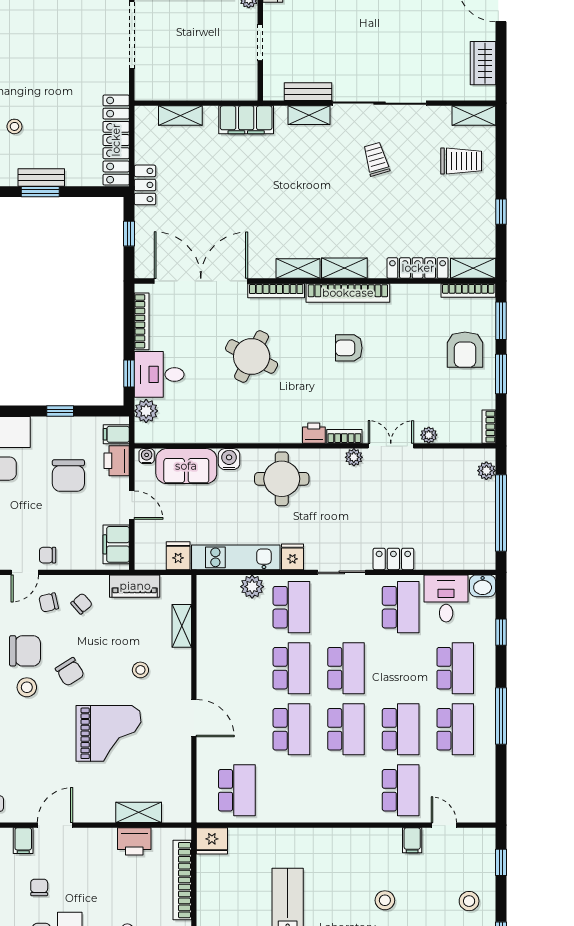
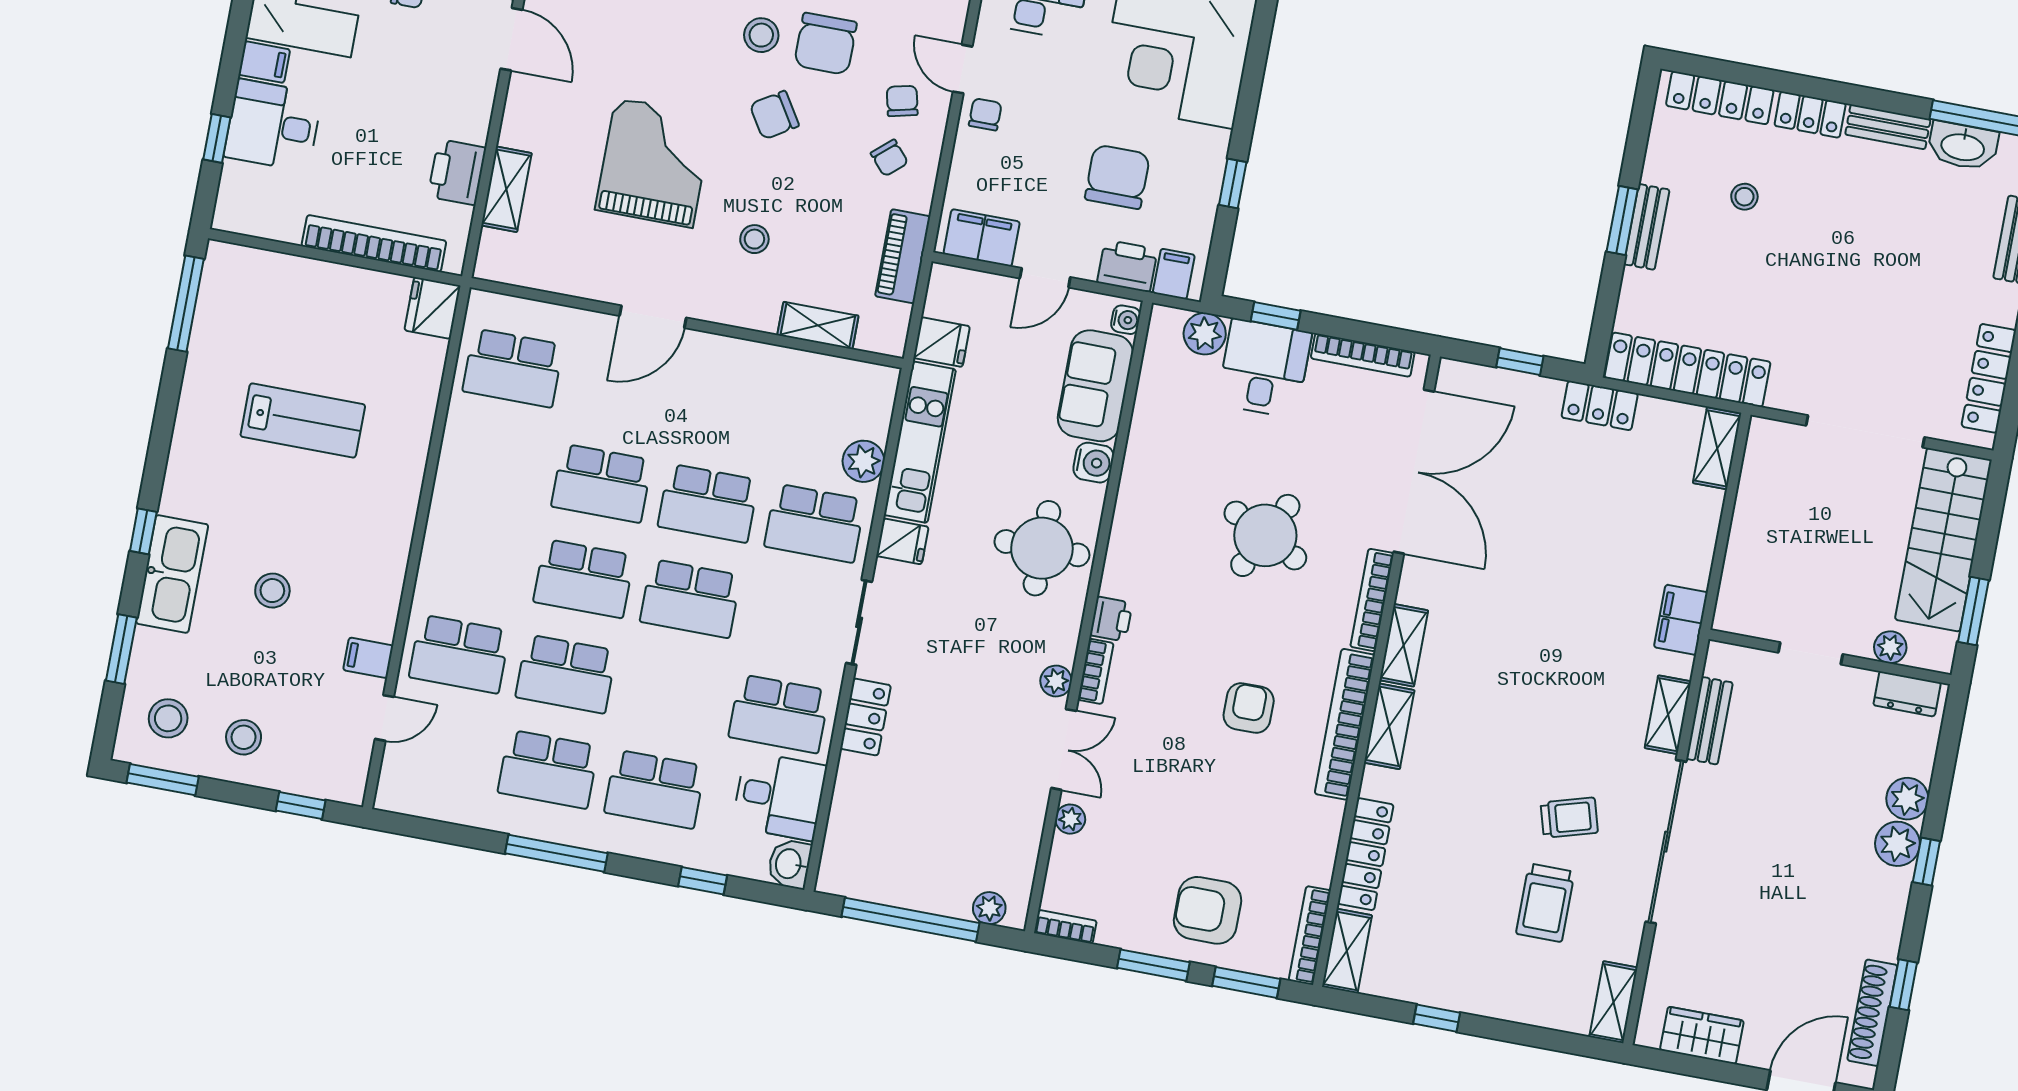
shelving: (180, 116) -> (1717, 448), moved
filing cabinet: (246, 120) -> (1681, 620), width x0.67, depth x0.86
trolley: (461, 161) -> (1545, 903), moved
chair: (68, 476) -> (1117, 177), turned 90
grand piano: (108, 733) -> (654, 163), turned 180

